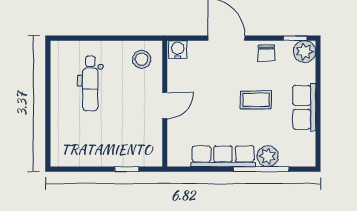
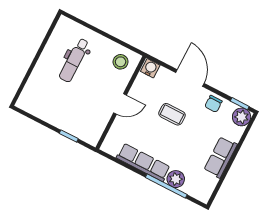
coffee table: (256, 100) -> (172, 114), moved

